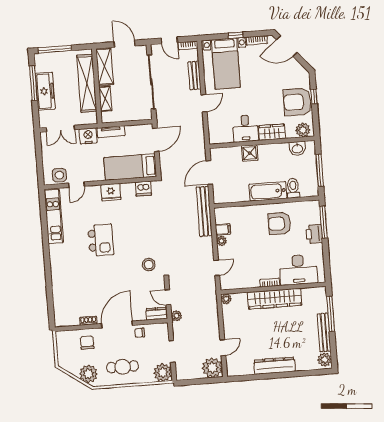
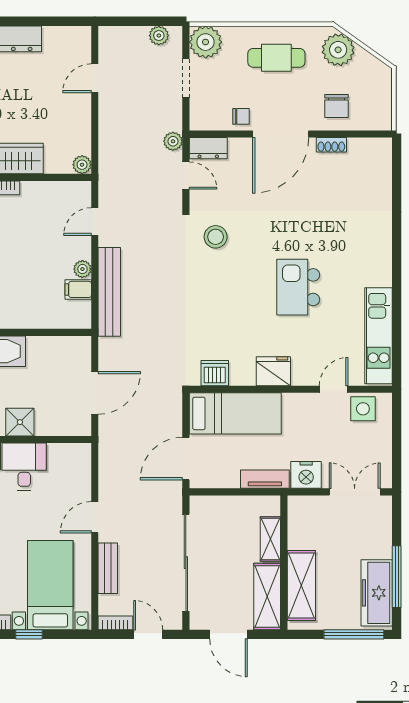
shelving: (87, 83) -> (301, 586), width x0.68
freezer: (45, 91) -> (377, 593), moved
bench: (204, 211) -> (109, 292), moved
plant: (212, 368) -> (159, 36), moved, width x0.53, depth x0.53

